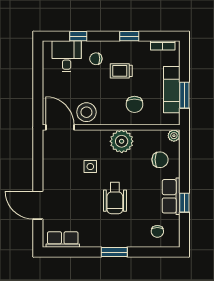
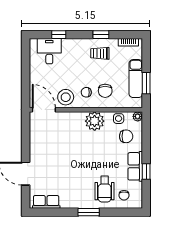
chair: (96, 59) -> (86, 92), moved
trolley: (121, 71) -> (100, 53), moved
side table: (90, 167) -> (119, 119), moved
wheelchair: (115, 198) -> (105, 189), moved

